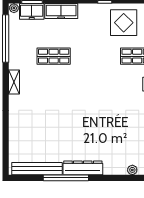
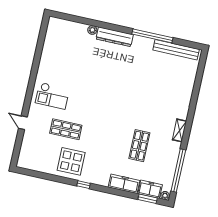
shop shelf: (54, 56) -> (139, 146), turned 90
dresser: (83, 168) -> (115, 37), moved

